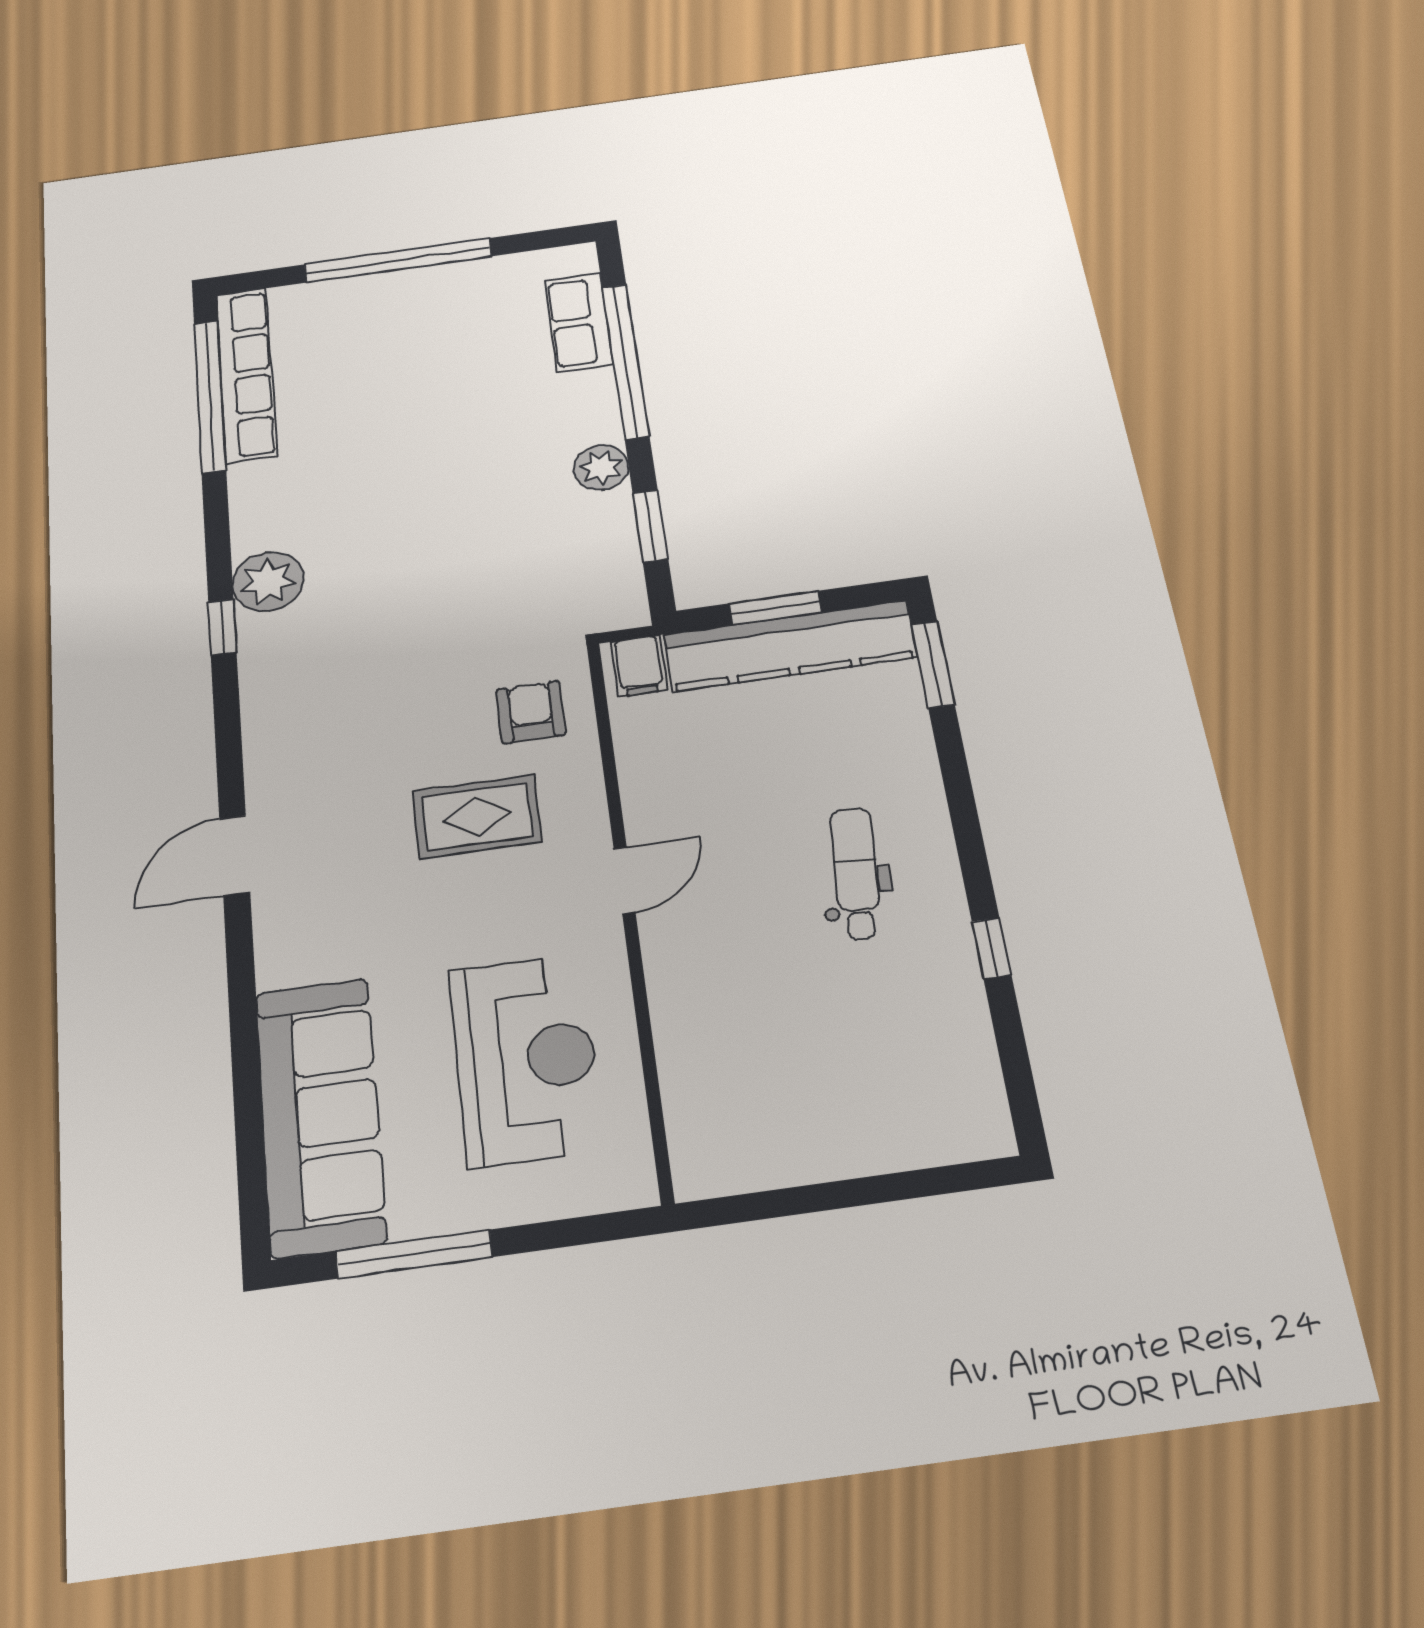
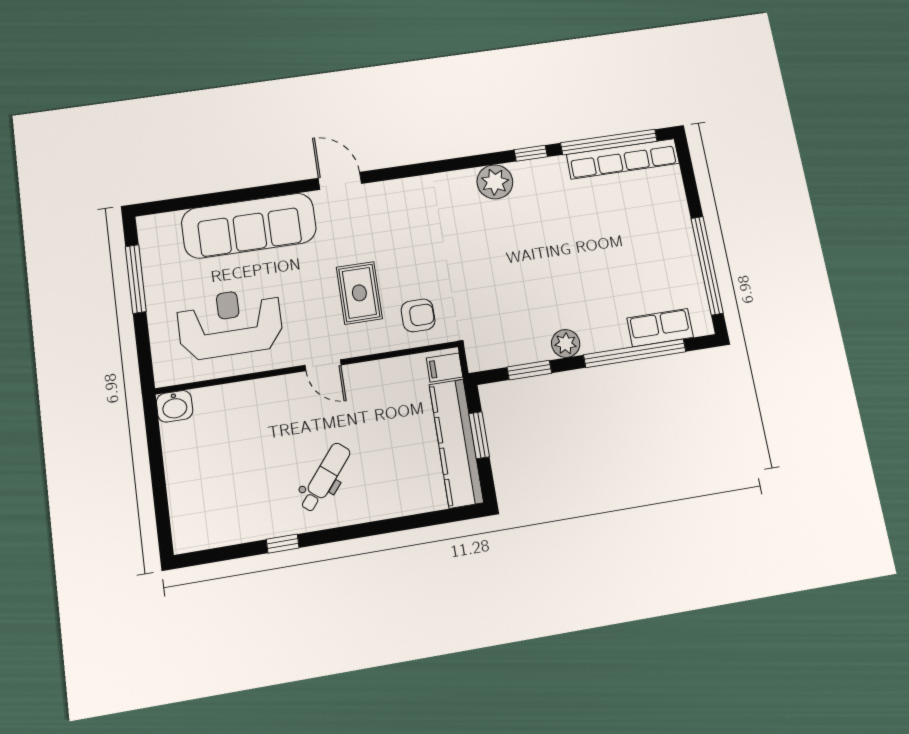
window: (398, 260) -> (707, 266), moved
window: (222, 627) -> (531, 153), moved
window: (933, 664) -> (445, 516), removed
dental chair: (856, 873) -> (325, 477), turned -55
reception desk: (526, 1059) -> (230, 323), turned 180
sofa: (320, 1116) -> (249, 226), moved
washbasin: (702, 1164) -> (175, 406), added

